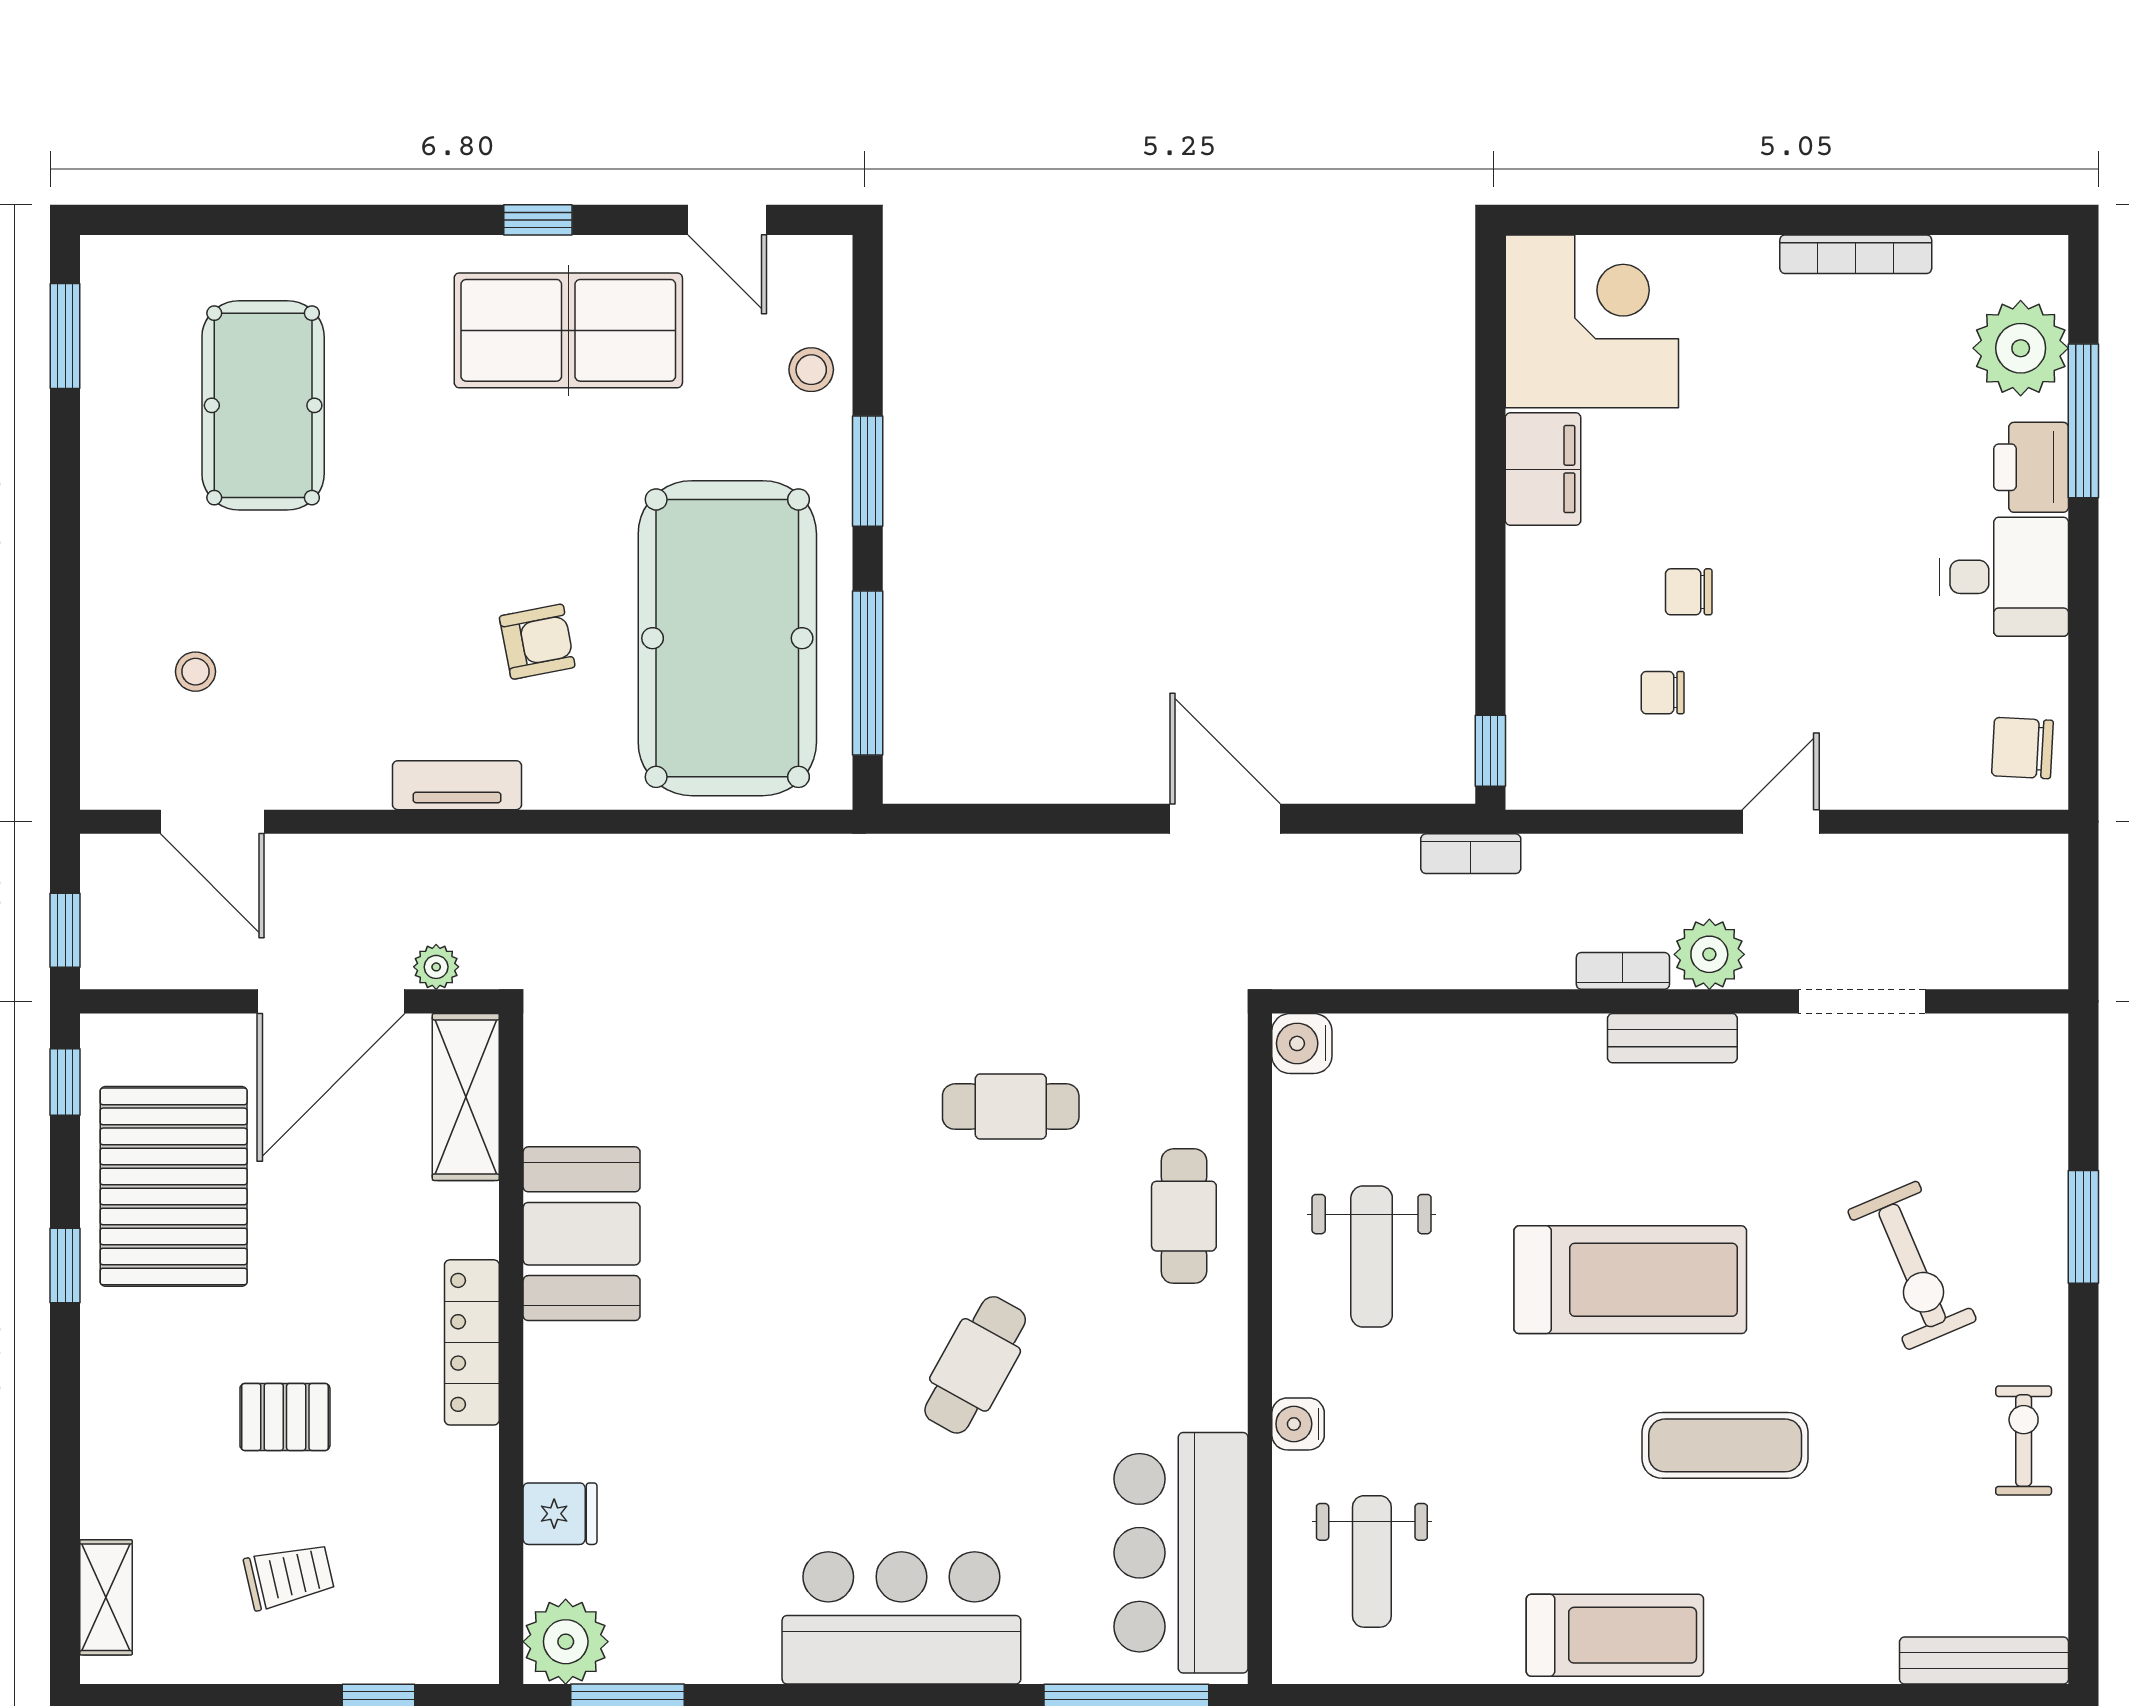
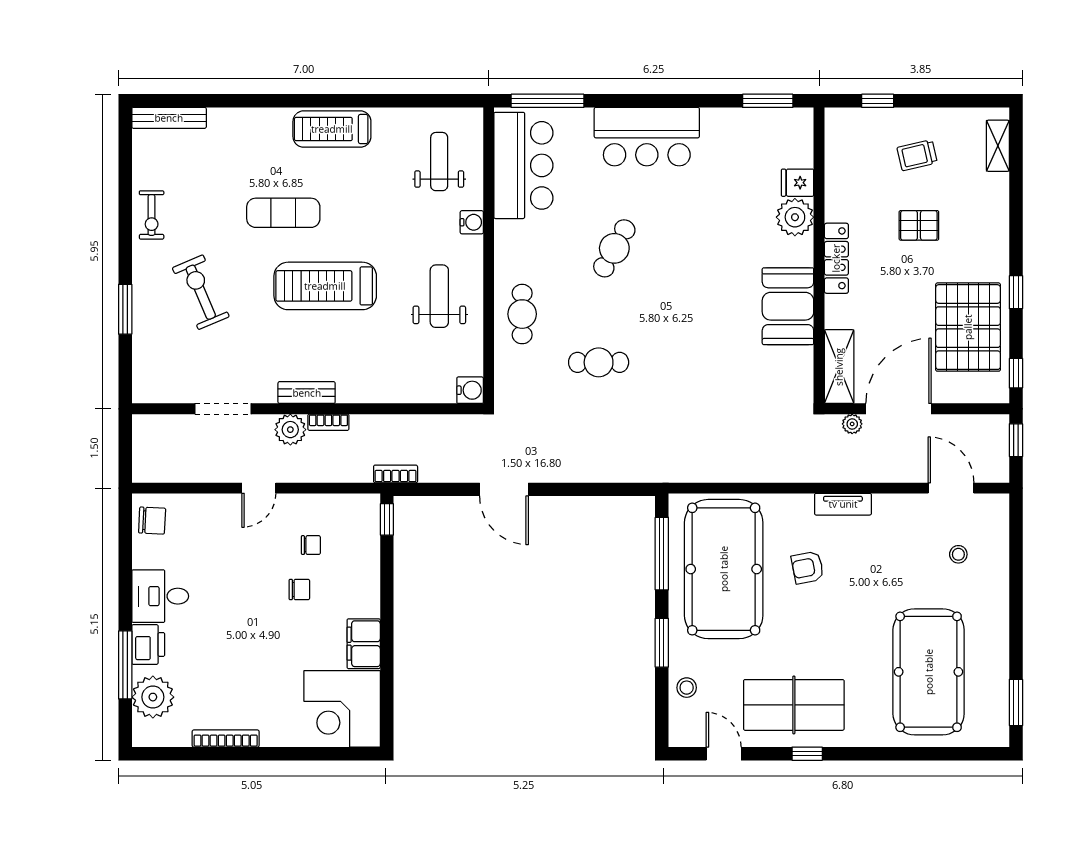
pool table: (263, 405) -> (929, 672), width x1.36, depth x1.32
plant: (566, 1642) -> (795, 217), moved

